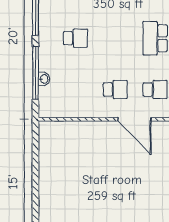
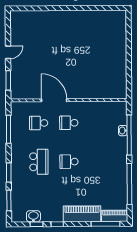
school desk: (75, 38) -> (69, 162), moved

